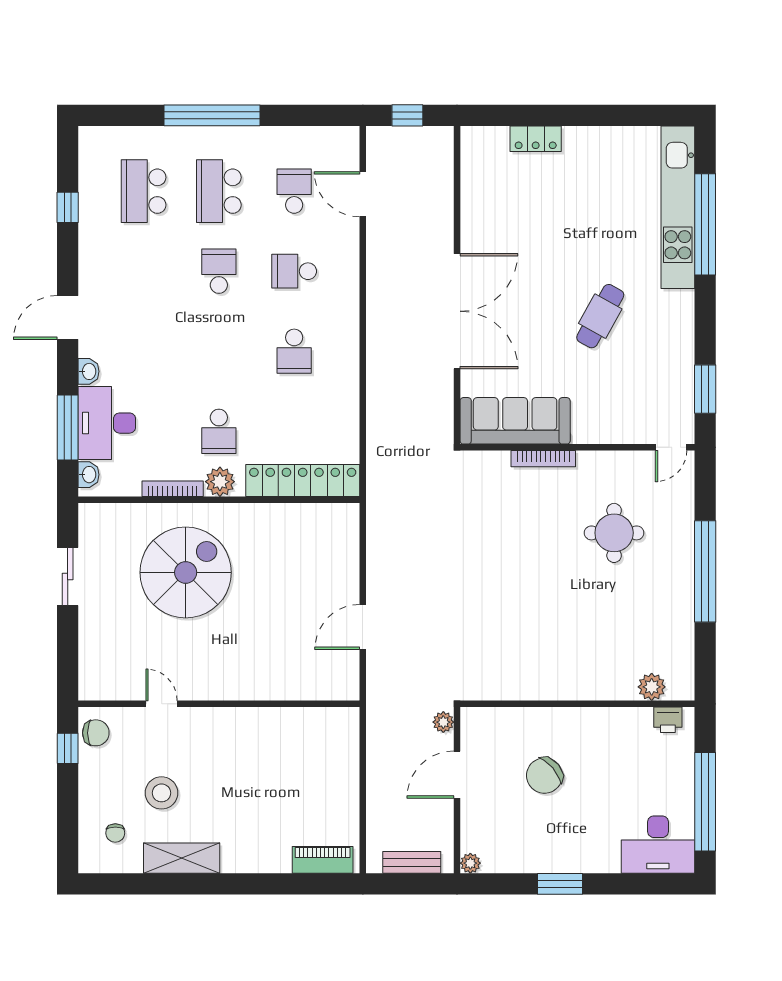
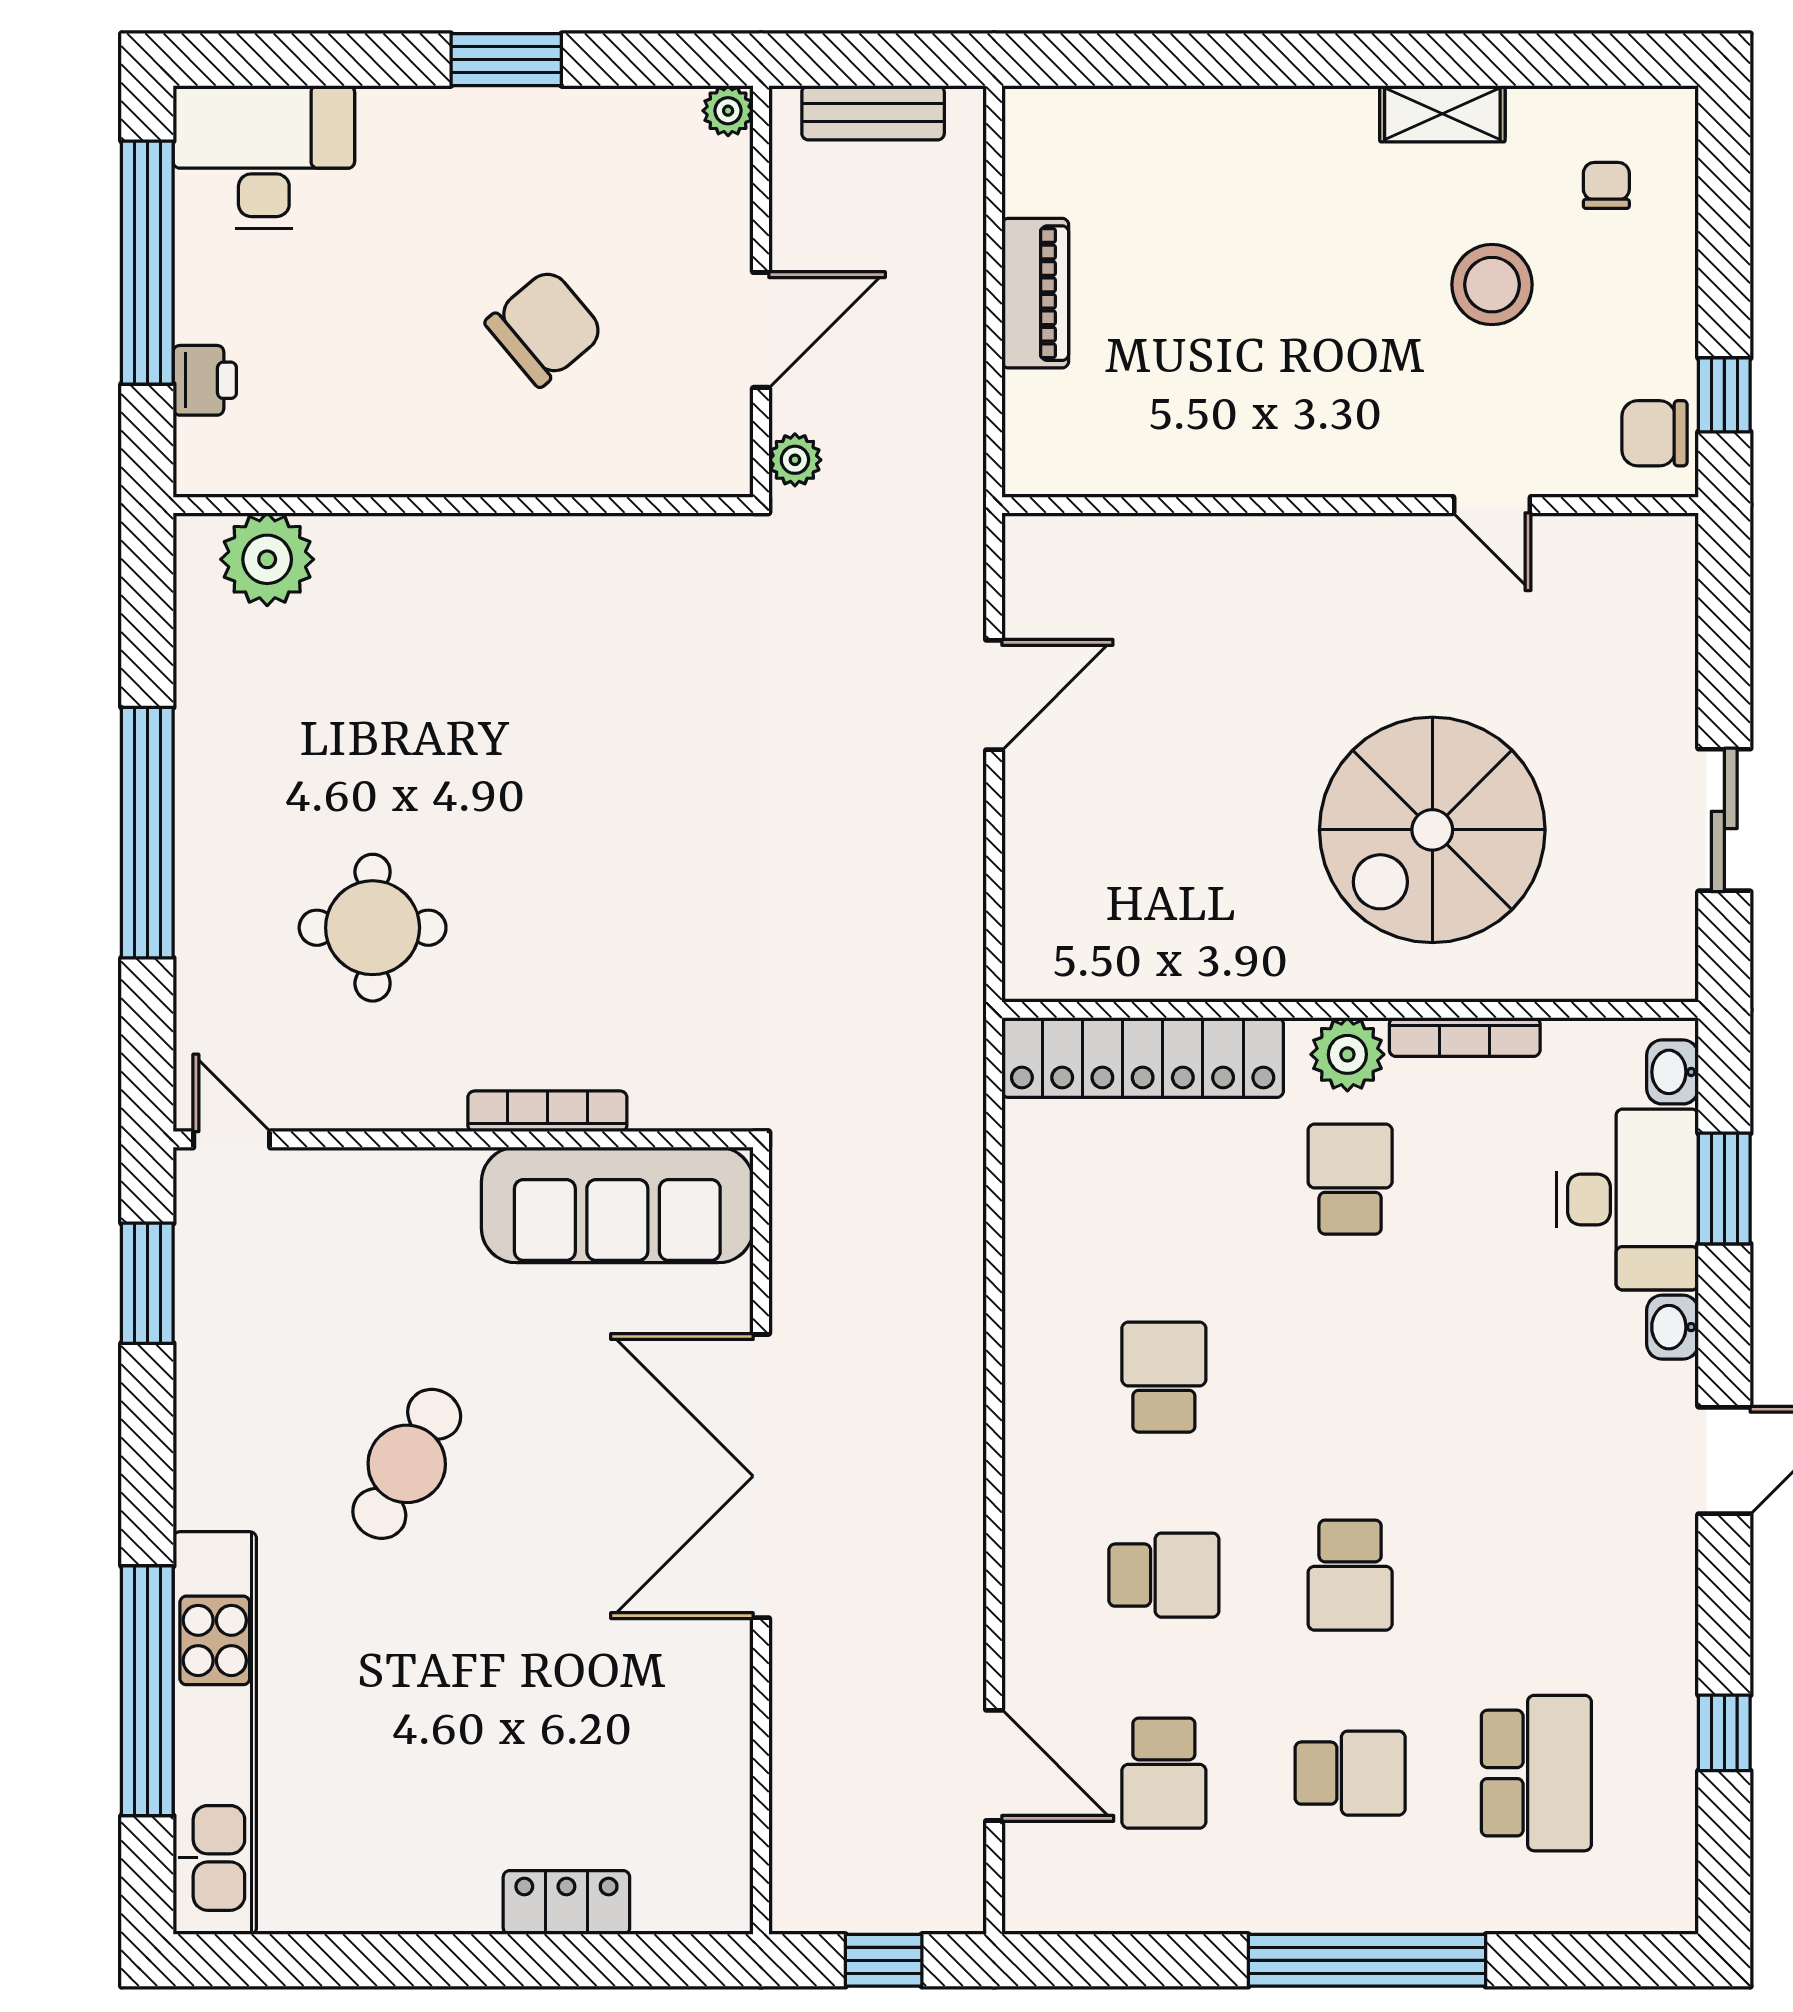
school desk: (219, 191) -> (1350, 1773), width x0.54
window: (68, 427) -> (1724, 1189), width x0.69
door: (671, 447) -> (232, 1139), hinge flipped
plant: (652, 687) -> (267, 559), width x1.36, depth x1.36
printer: (668, 720) -> (205, 380), moved, turned 90
shelving: (182, 858) -> (1442, 114), width x0.67, depth x0.75
piano: (323, 860) -> (1035, 293), moved, turned -90

